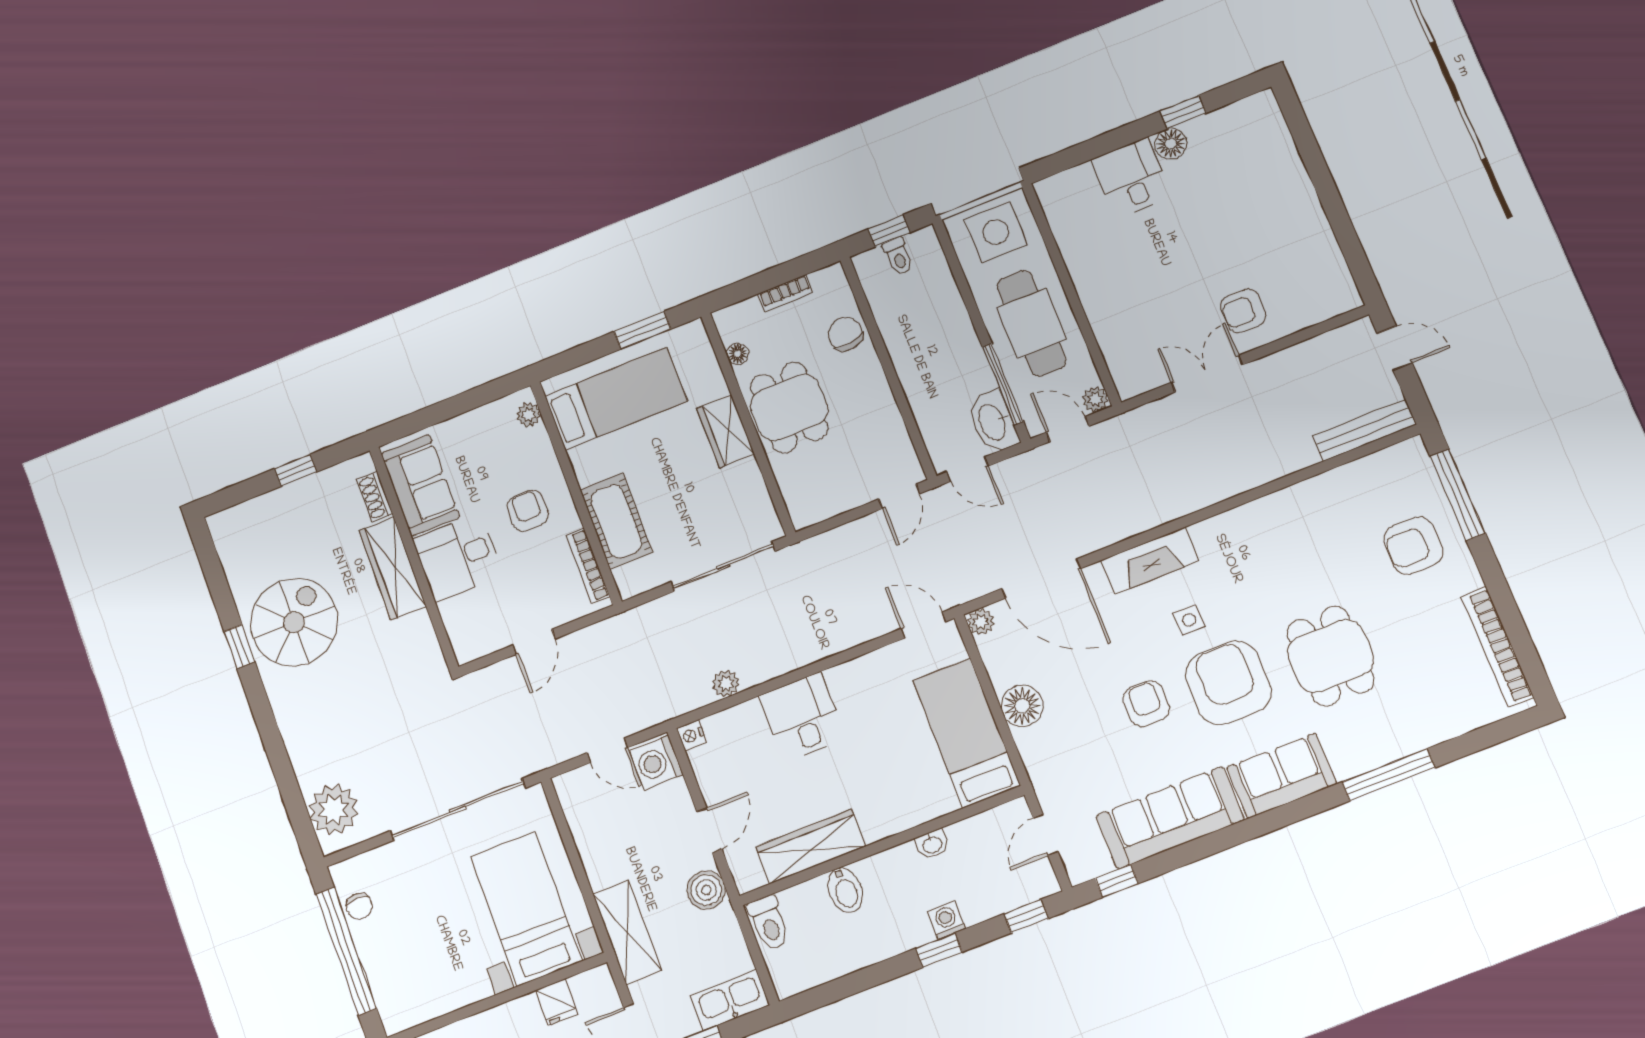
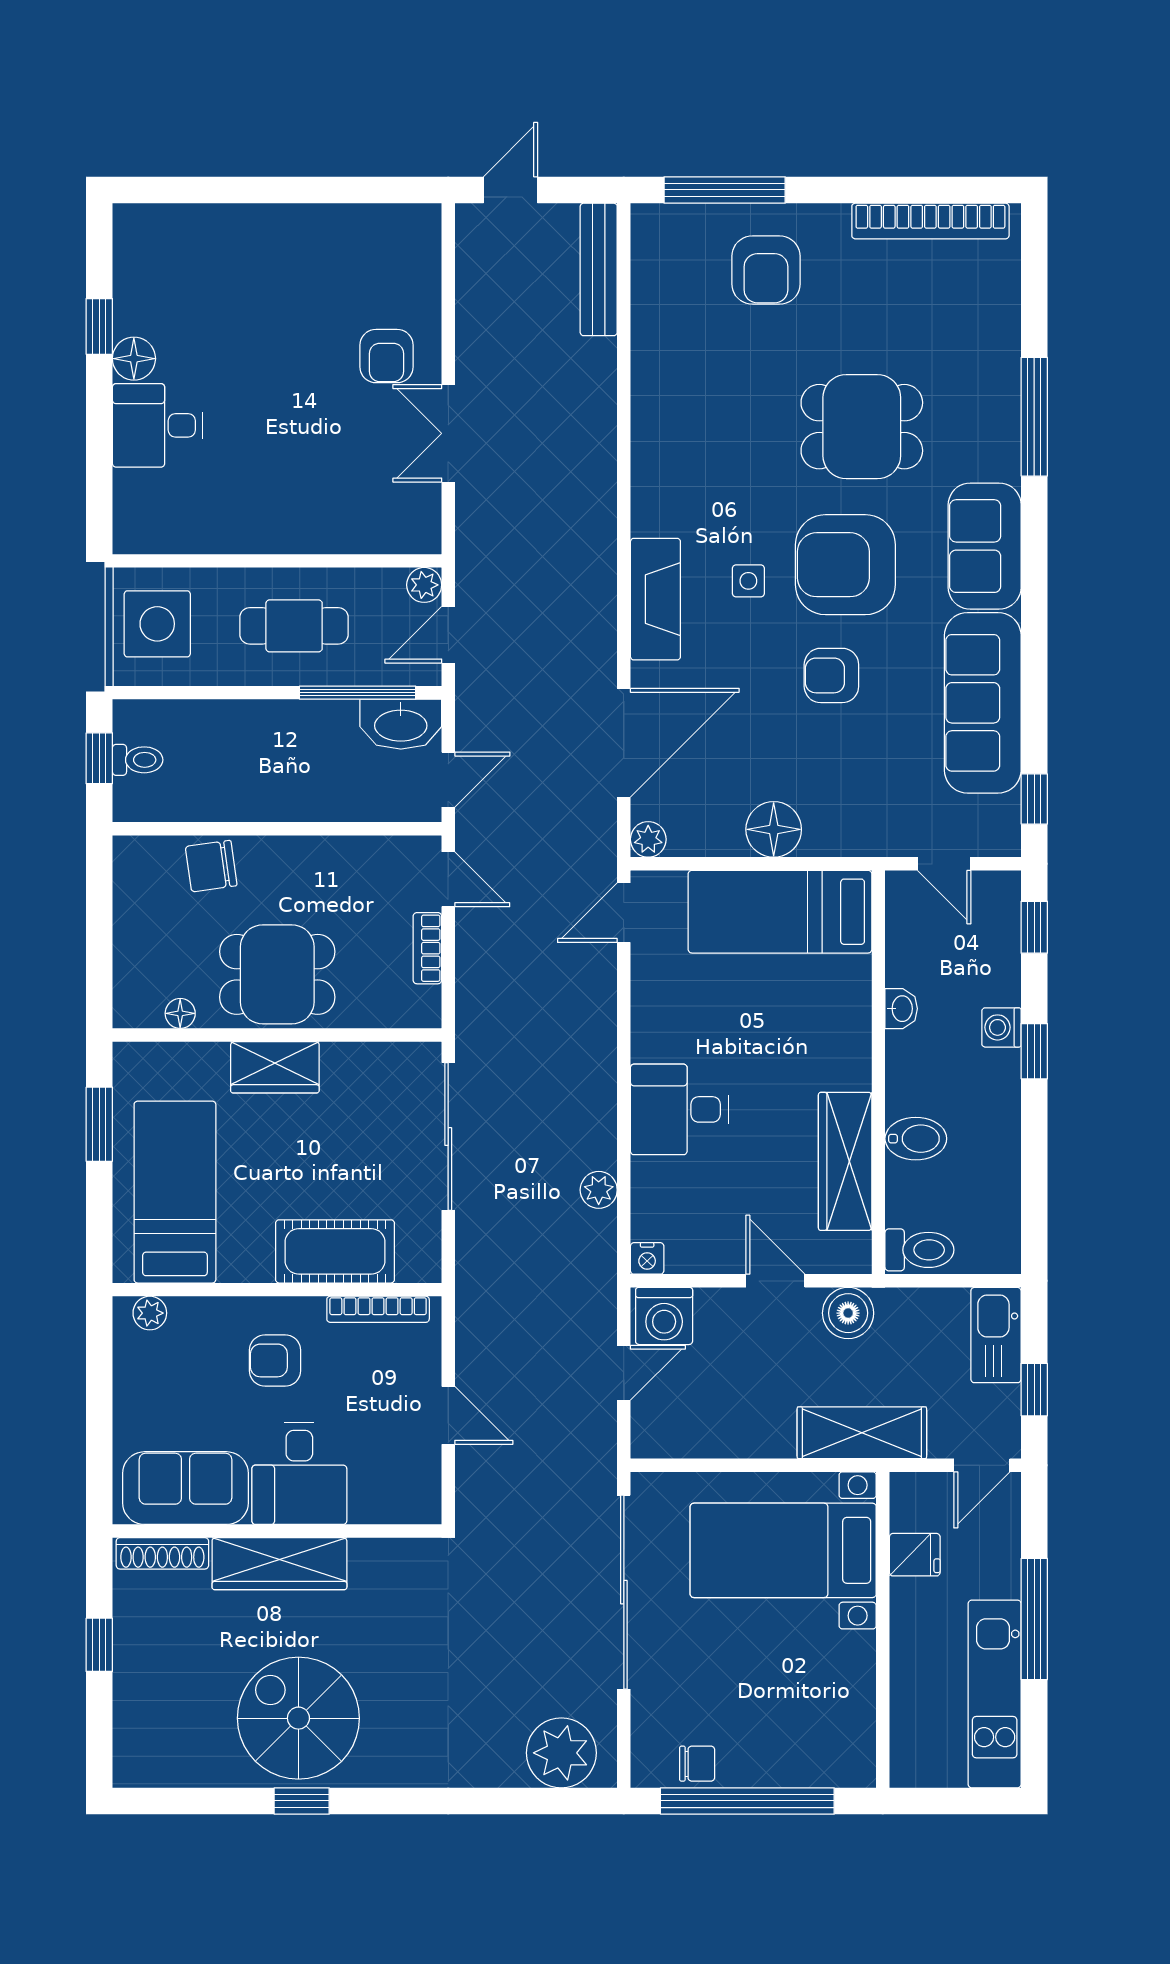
bookcase: (785, 293) -> (427, 948), moved, turned 180
cafe table: (1031, 323) -> (294, 626), width x0.73, depth x0.74
shoe rack: (375, 497) -> (162, 1553), width x1.43

